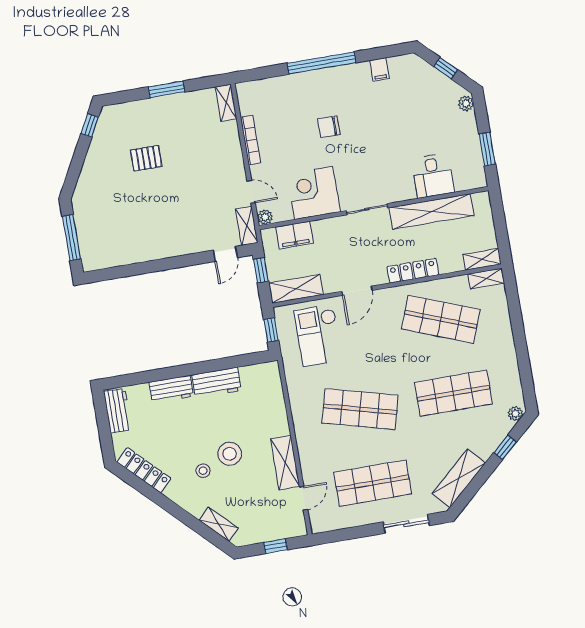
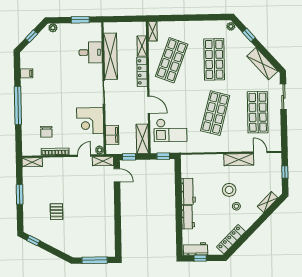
chair: (329, 127) -> (46, 132), moved
shelving: (482, 259) -> (142, 46), moved
window: (103, 421) -> (200, 258), added

